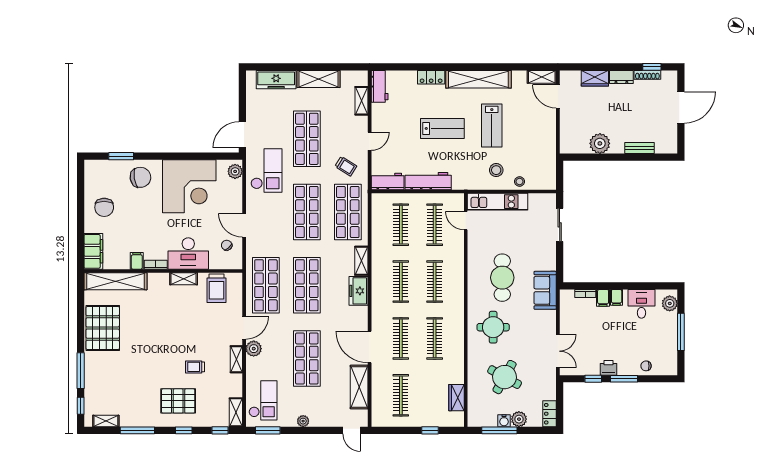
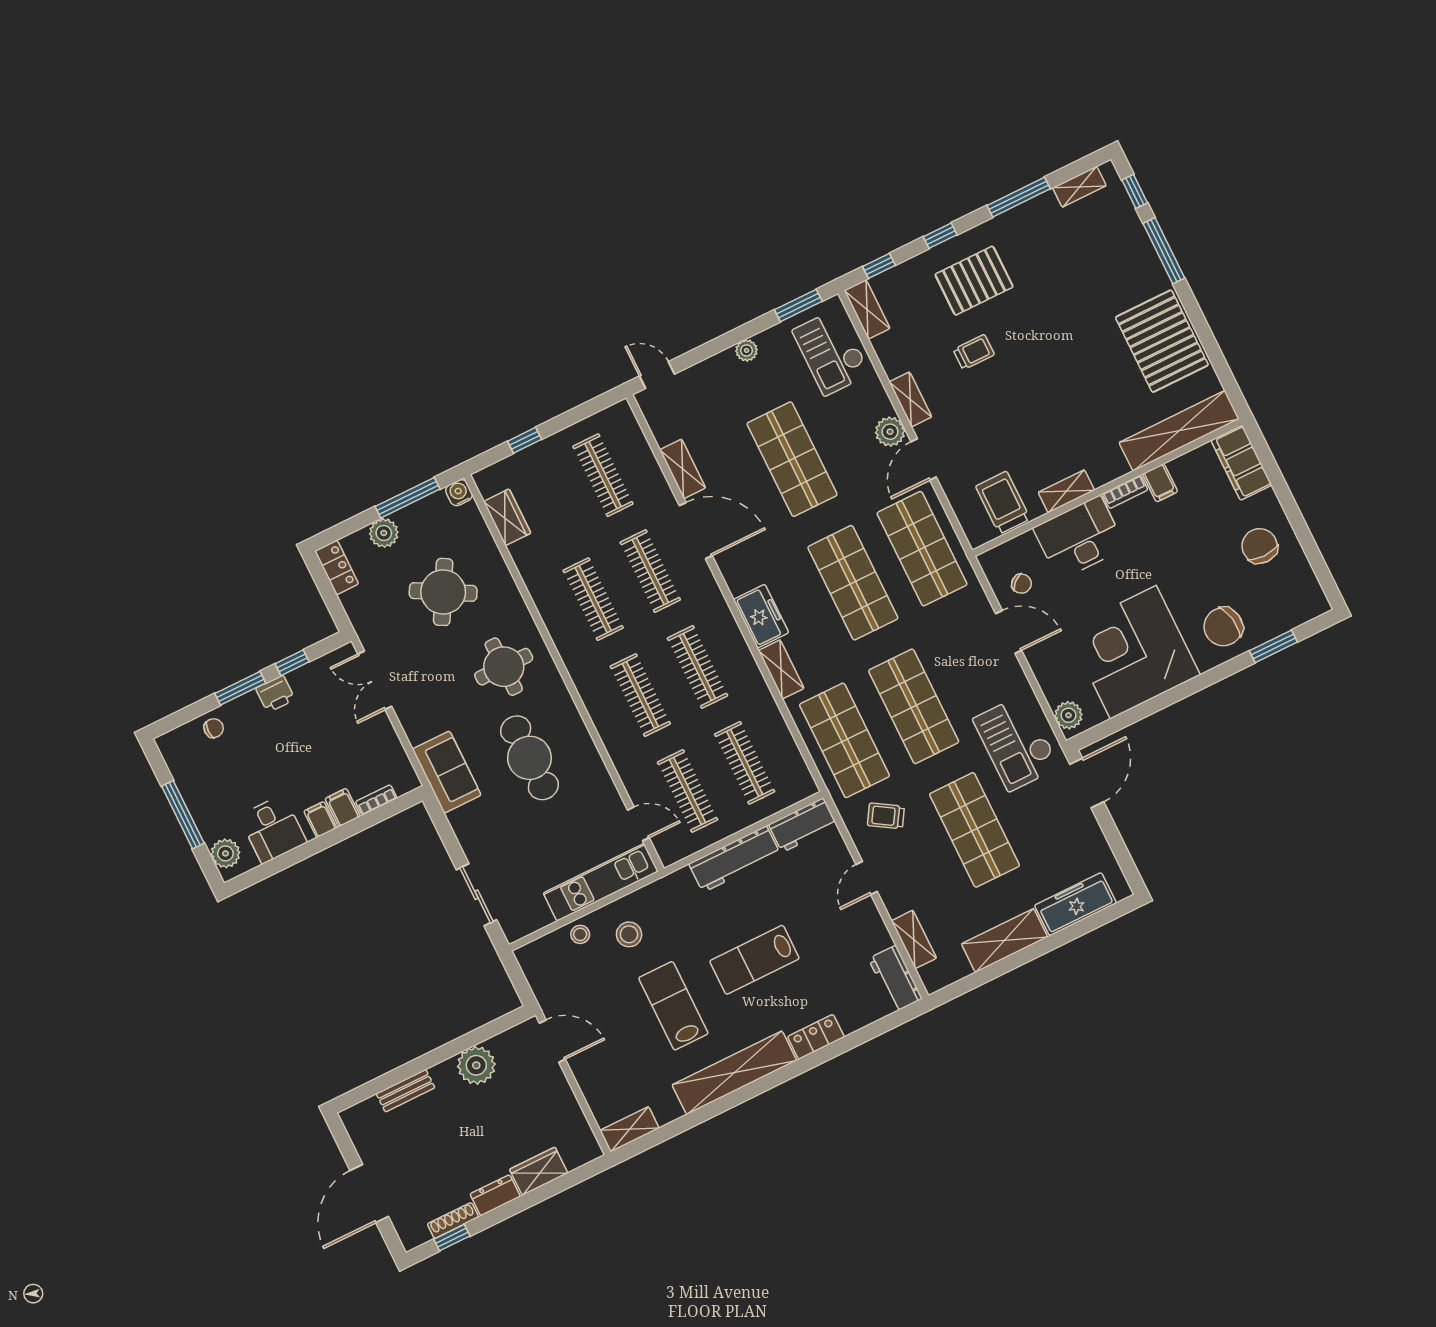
door: (558, 96) -> (552, 1041), moved
shelving: (359, 387) -> (683, 469), width x0.67, depth x0.75
water cooler: (504, 421) -> (459, 493), moved

